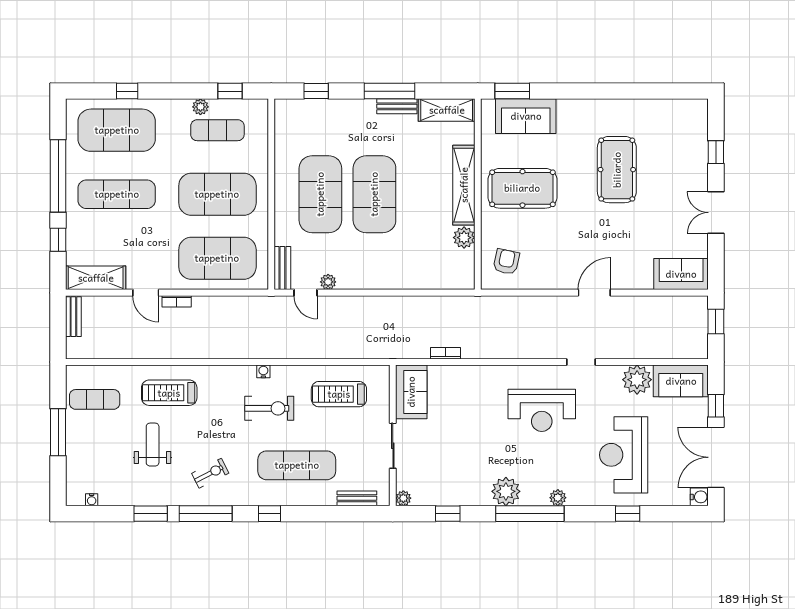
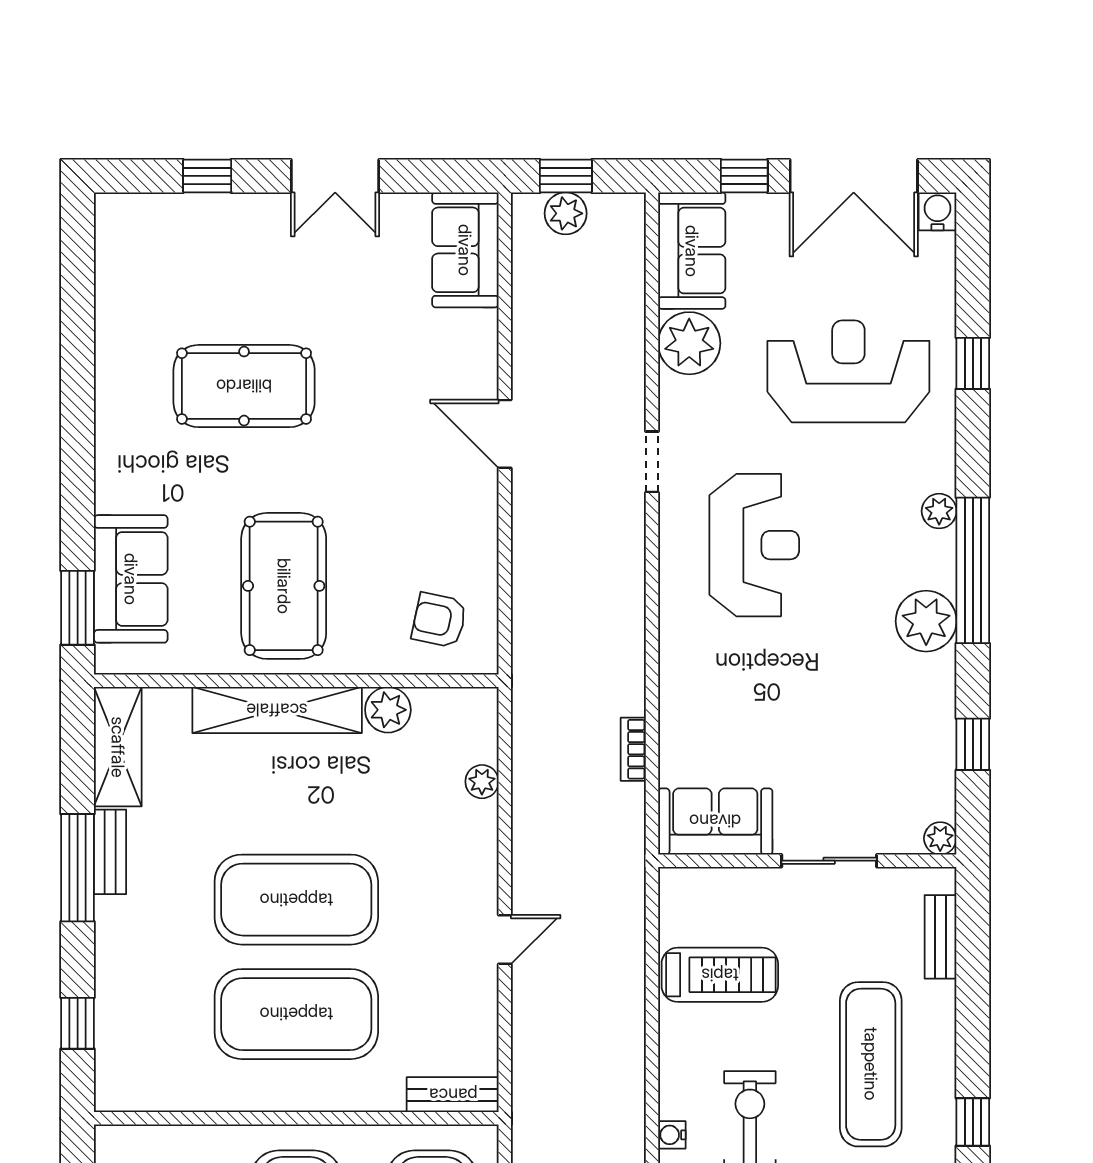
plant: (328, 282) -> (482, 782), moved
door: (305, 293) -> (505, 939), moved
plant: (698, 321) -> (566, 213), added
treadmill: (339, 394) -> (720, 975), turned -90
reception desk: (624, 455) -> (848, 371), turned 180

